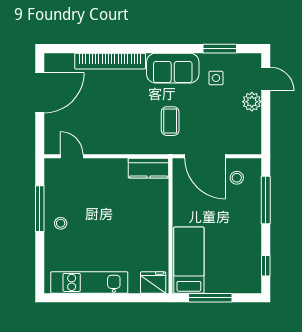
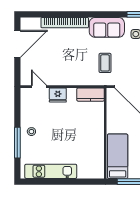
window: (40, 209) -> (17, 143), moved
fridge: (153, 282) -> (58, 95), moved, turned 180

